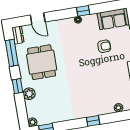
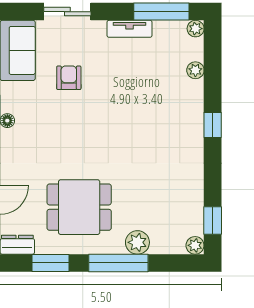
window: (12, 53) -> (50, 263), width x0.69
window: (17, 86) -> (118, 263), width x2.17

